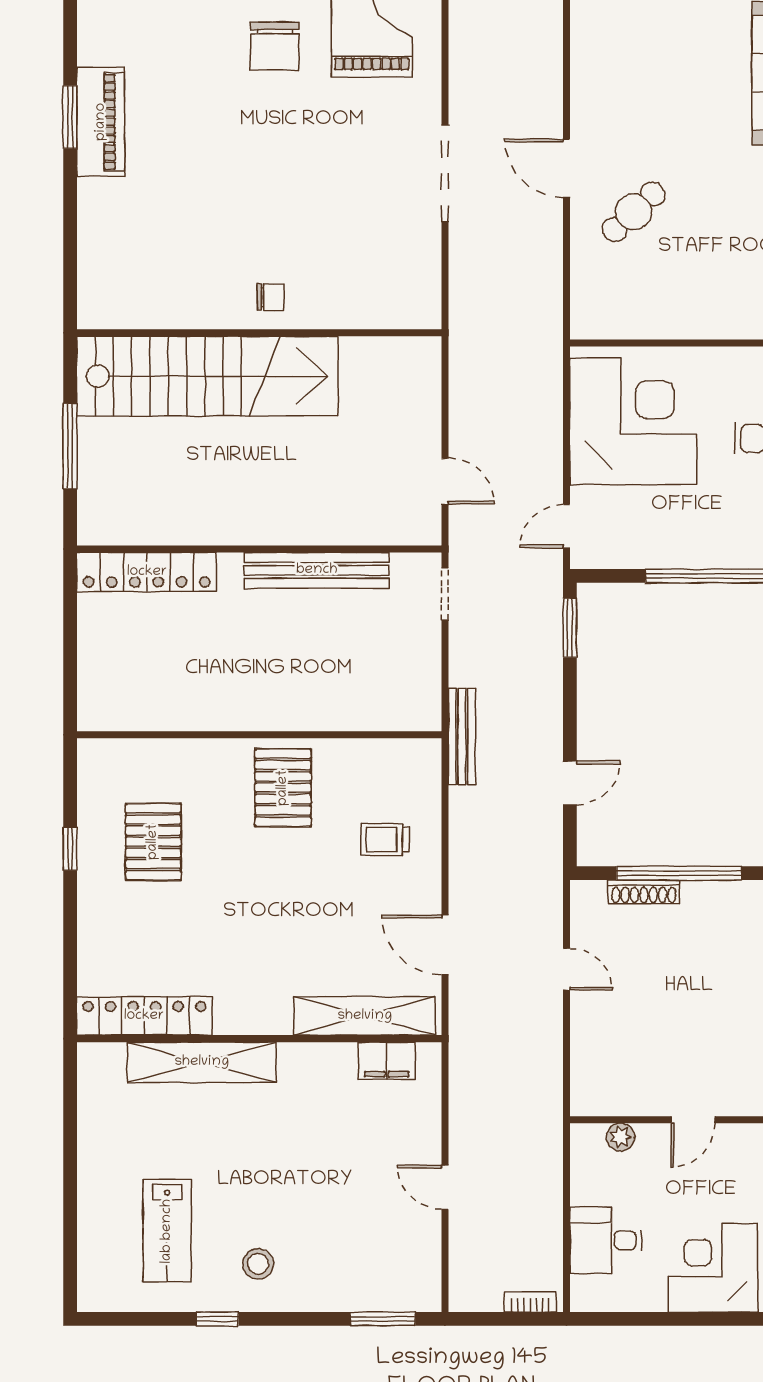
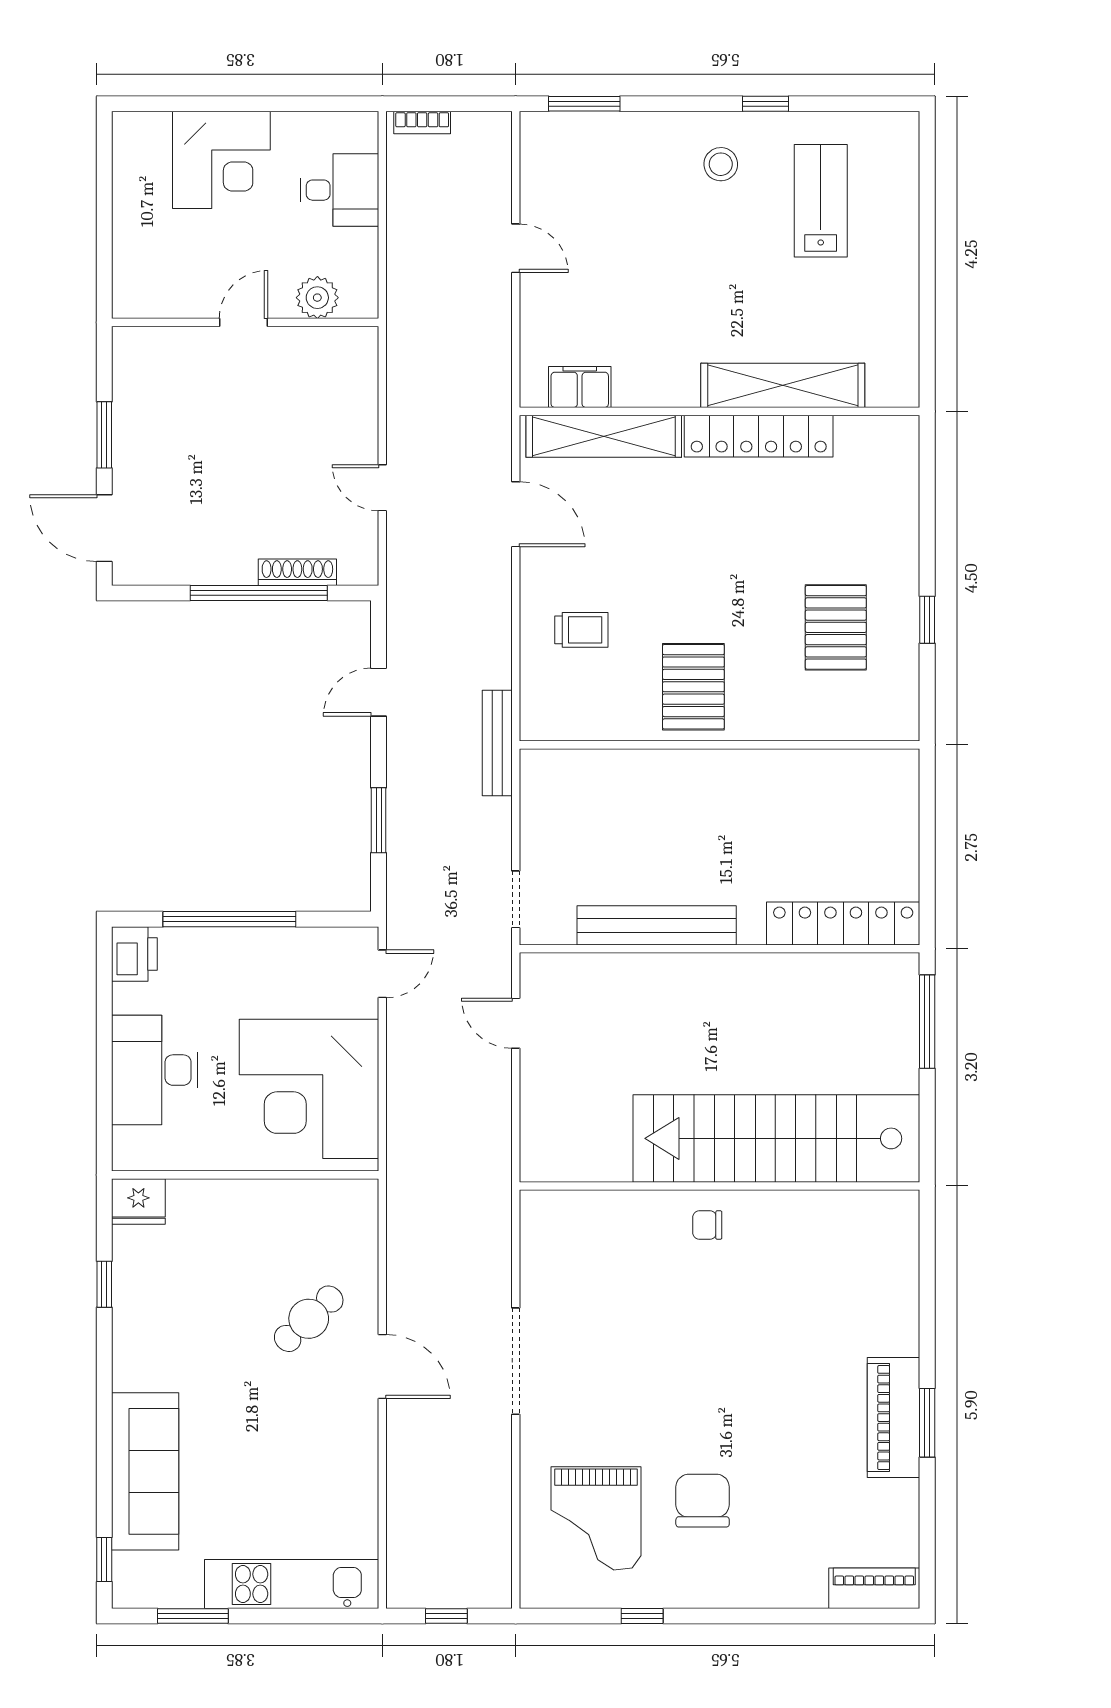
window: (70, 446) -> (927, 1022), moved
window: (570, 628) -> (379, 820), moved
locker: (144, 1016) -> (759, 436), moved
plant: (620, 1137) -> (317, 298), width x1.38, depth x1.38

